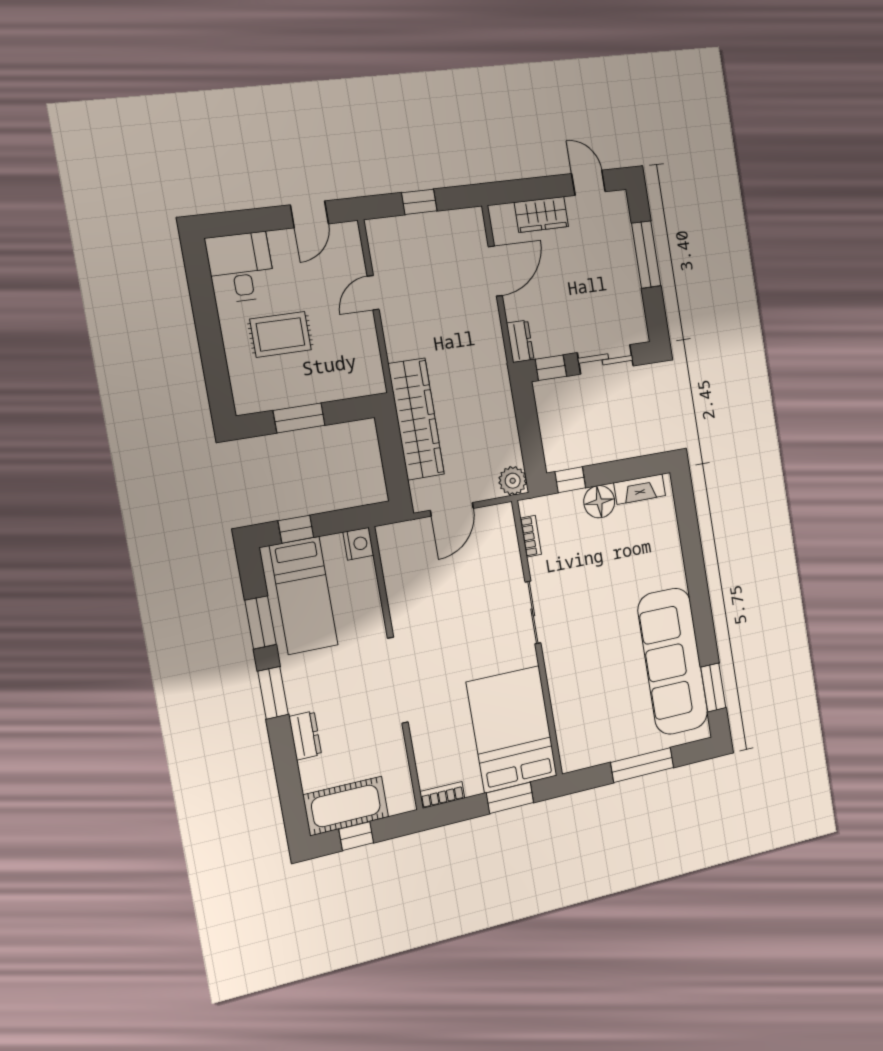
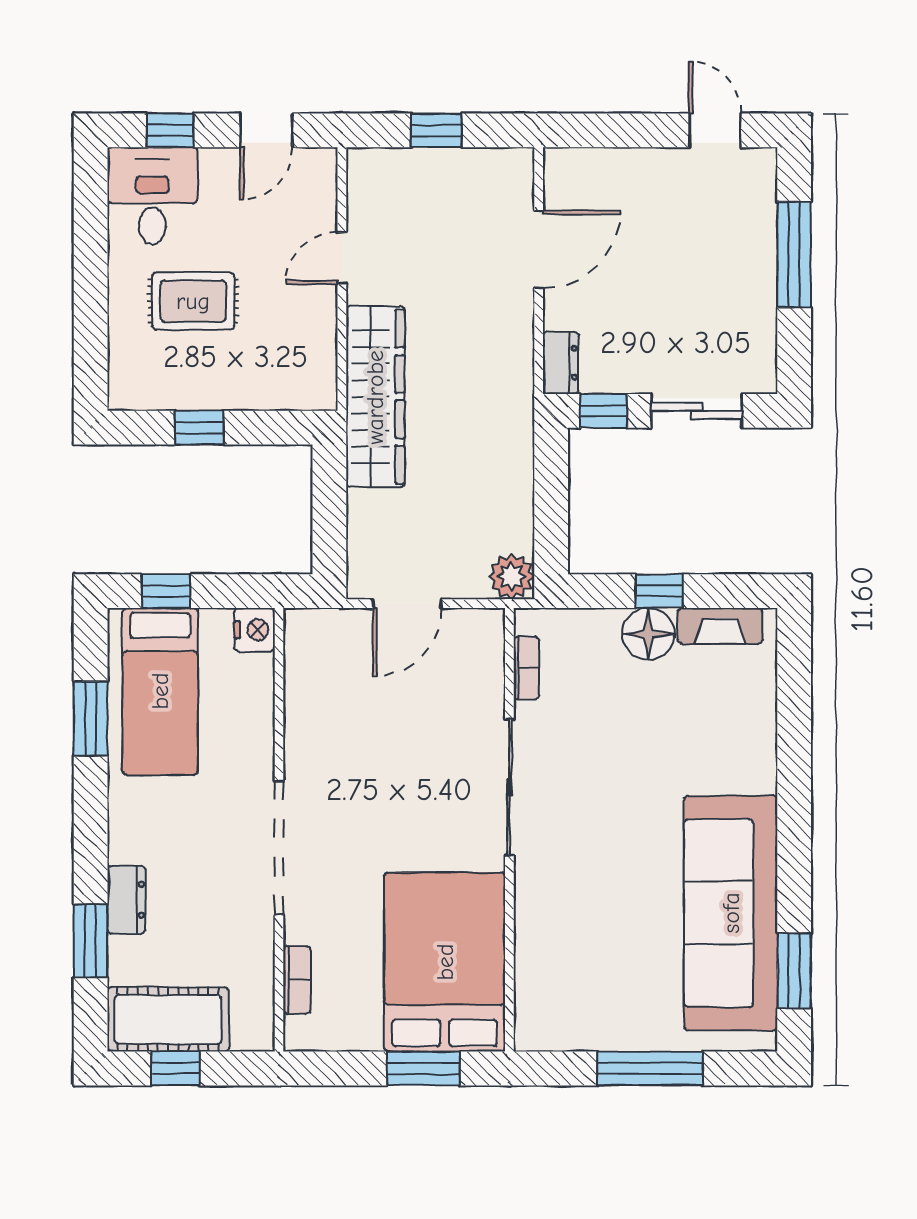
wardrobe: (541, 214) -> (628, 171), removed
window: (245, 222) -> (170, 130), added
window: (299, 418) -> (199, 428), width x0.67
wardrobe: (416, 419) -> (375, 397), moved
window: (570, 480) -> (659, 591), moved
sliding door: (533, 612) -> (509, 787), width x1.37
window: (273, 693) -> (91, 941), moved
bookcase: (442, 795) -> (297, 980), moved, turned 90

